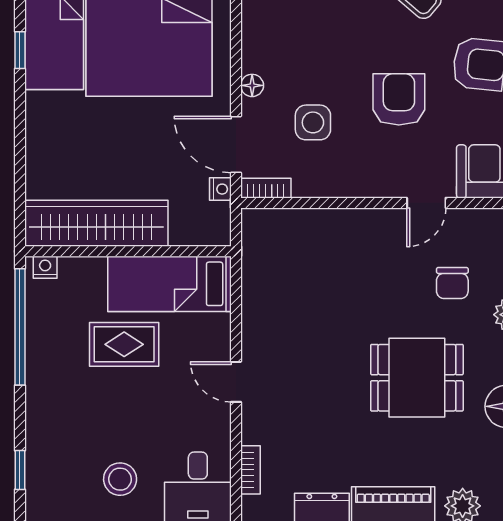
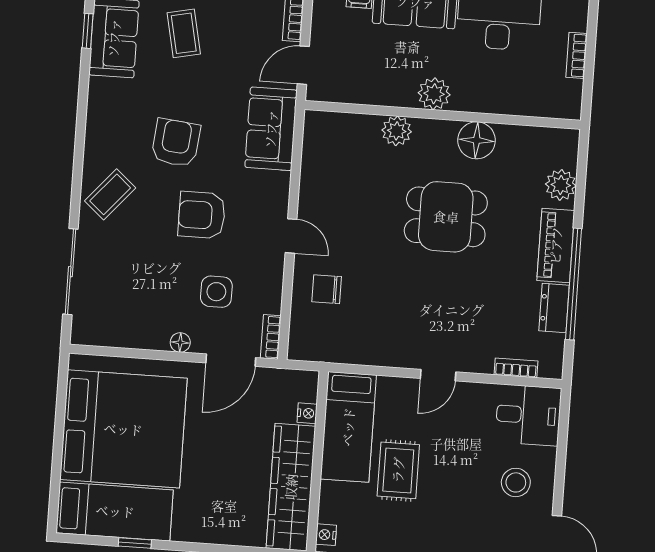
nightstand: (220, 189) -> (307, 413), moved, turned 90
door: (426, 203) -> (291, 236), moved
chair: (452, 283) -> (327, 289), moved, turned 180
dining table: (417, 378) -> (446, 217), turned 90

